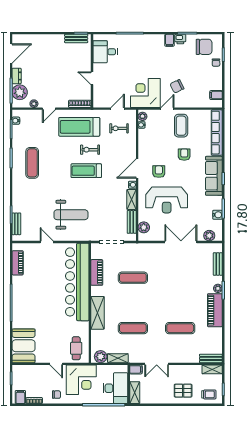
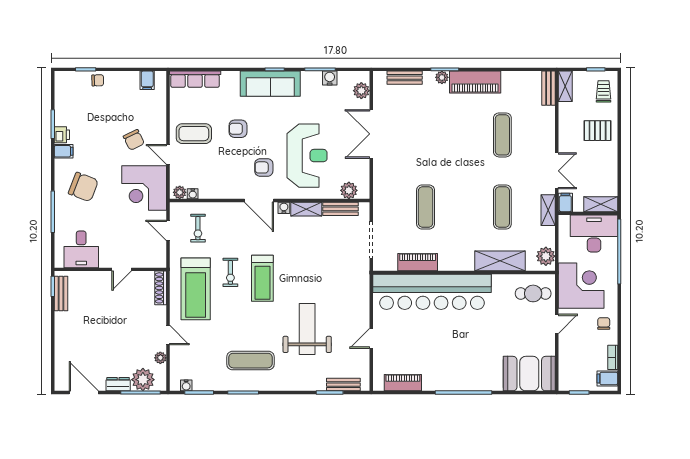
chair: (204, 47) -> (83, 187), moved, turned 111
row of seats: (217, 133) -> (195, 79), width x0.73
weight bench: (71, 215) -> (307, 329), moved
shelving: (98, 313) -> (500, 261), moved
shelving: (118, 358) -> (548, 210), moved
pallet: (183, 391) -> (598, 131), turned 90

